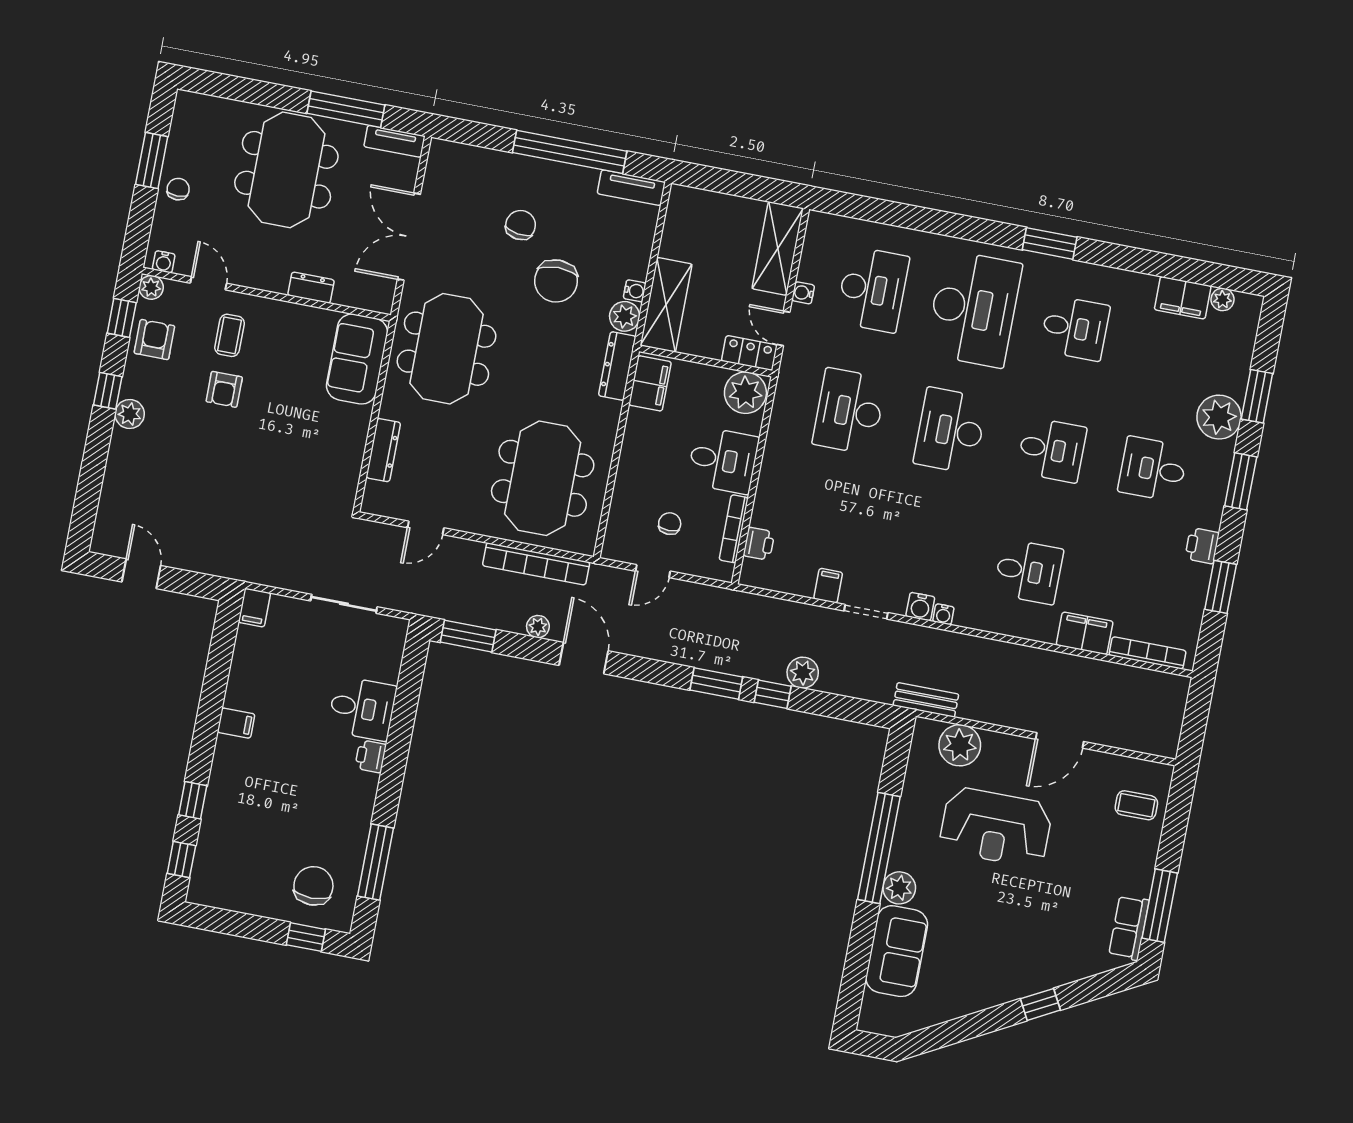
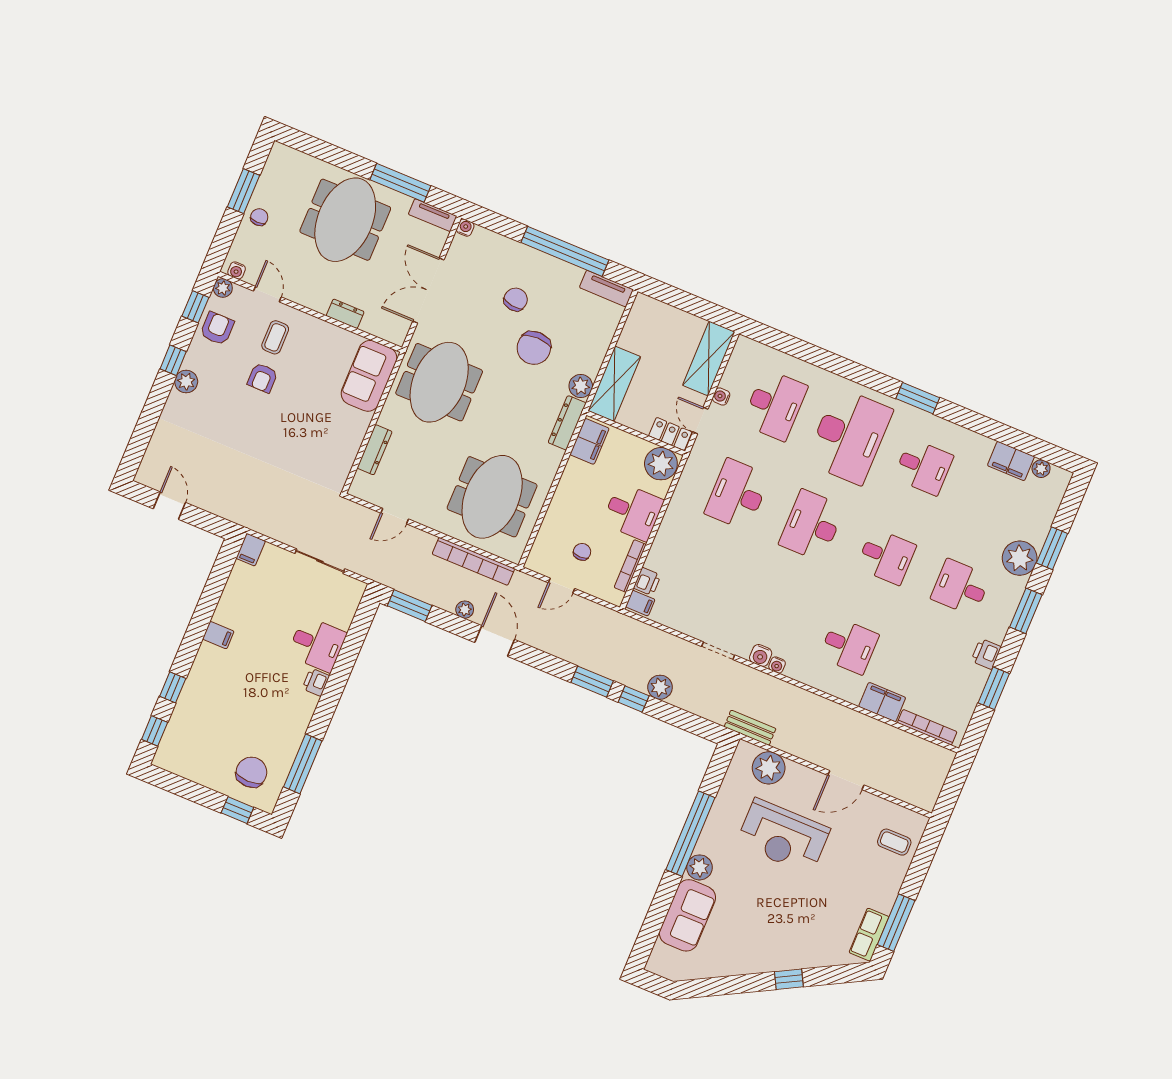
water cooler: (635, 291) -> (465, 228), moved, turned -90
filing cabinet: (828, 586) -> (640, 603), moved, turned 90

